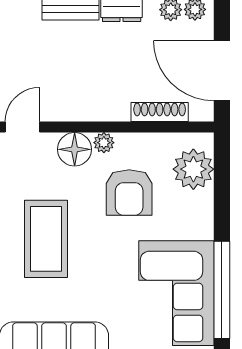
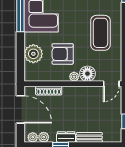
plant: (193, 169) -> (33, 54), moved
armchair: (129, 193) -> (63, 54), turned -90

